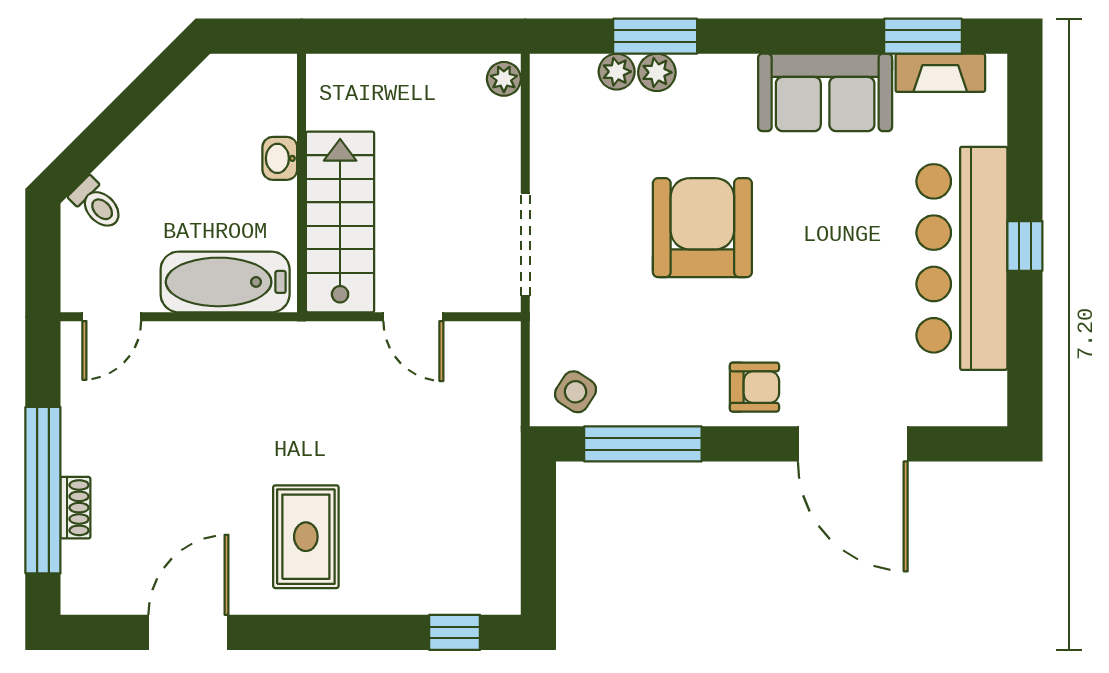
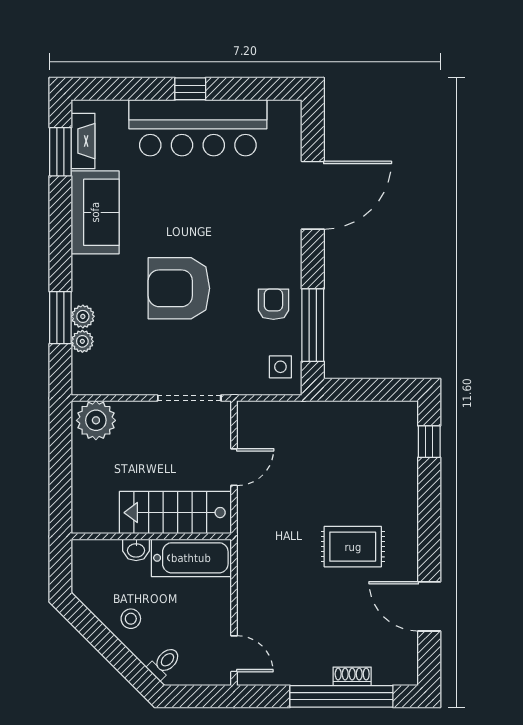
plant: (504, 79) -> (96, 420), width x1.87, depth x1.87
stool: (168, 150) -> (131, 619), added
bathtub: (225, 282) -> (191, 558), moved, turned -90
armchair: (754, 387) -> (273, 304), moved
side table: (575, 392) -> (280, 367), turned -33
rug: (306, 537) -> (353, 547), moved

